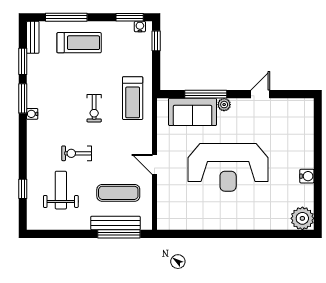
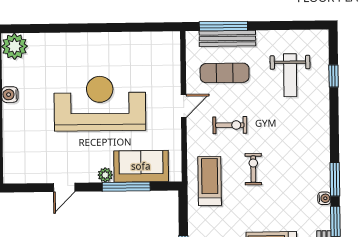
water cooler: (32, 114) -> (324, 198), moved
exercise bike: (77, 153) -> (230, 125), moved
door: (155, 164) -> (184, 106), hinge flipped

